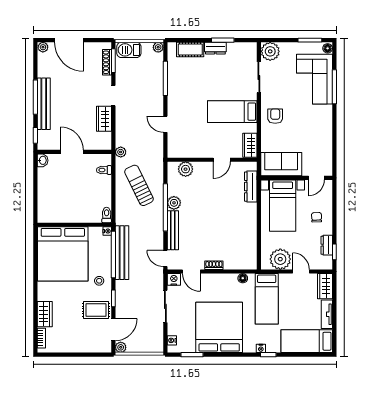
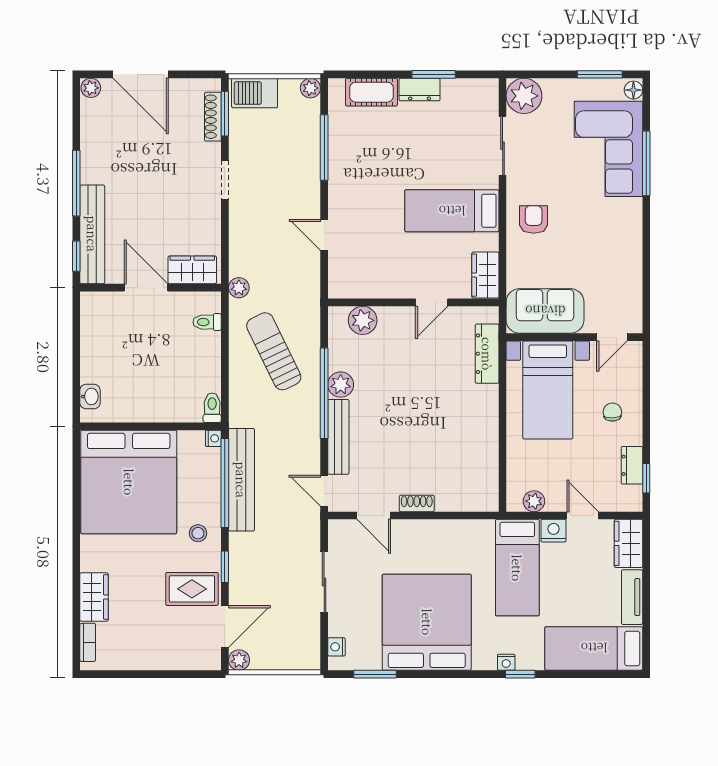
bench: (44, 104) -> (92, 234), moved
wardrobe: (104, 119) -> (192, 270), moved, turned 90
washbasin: (43, 160) -> (90, 397), moved
plant: (280, 259) -> (534, 501), width x0.53, depth x0.53
floor lamp: (243, 278) -> (472, 528), removed
nightstand: (174, 279) -> (554, 531), moved

